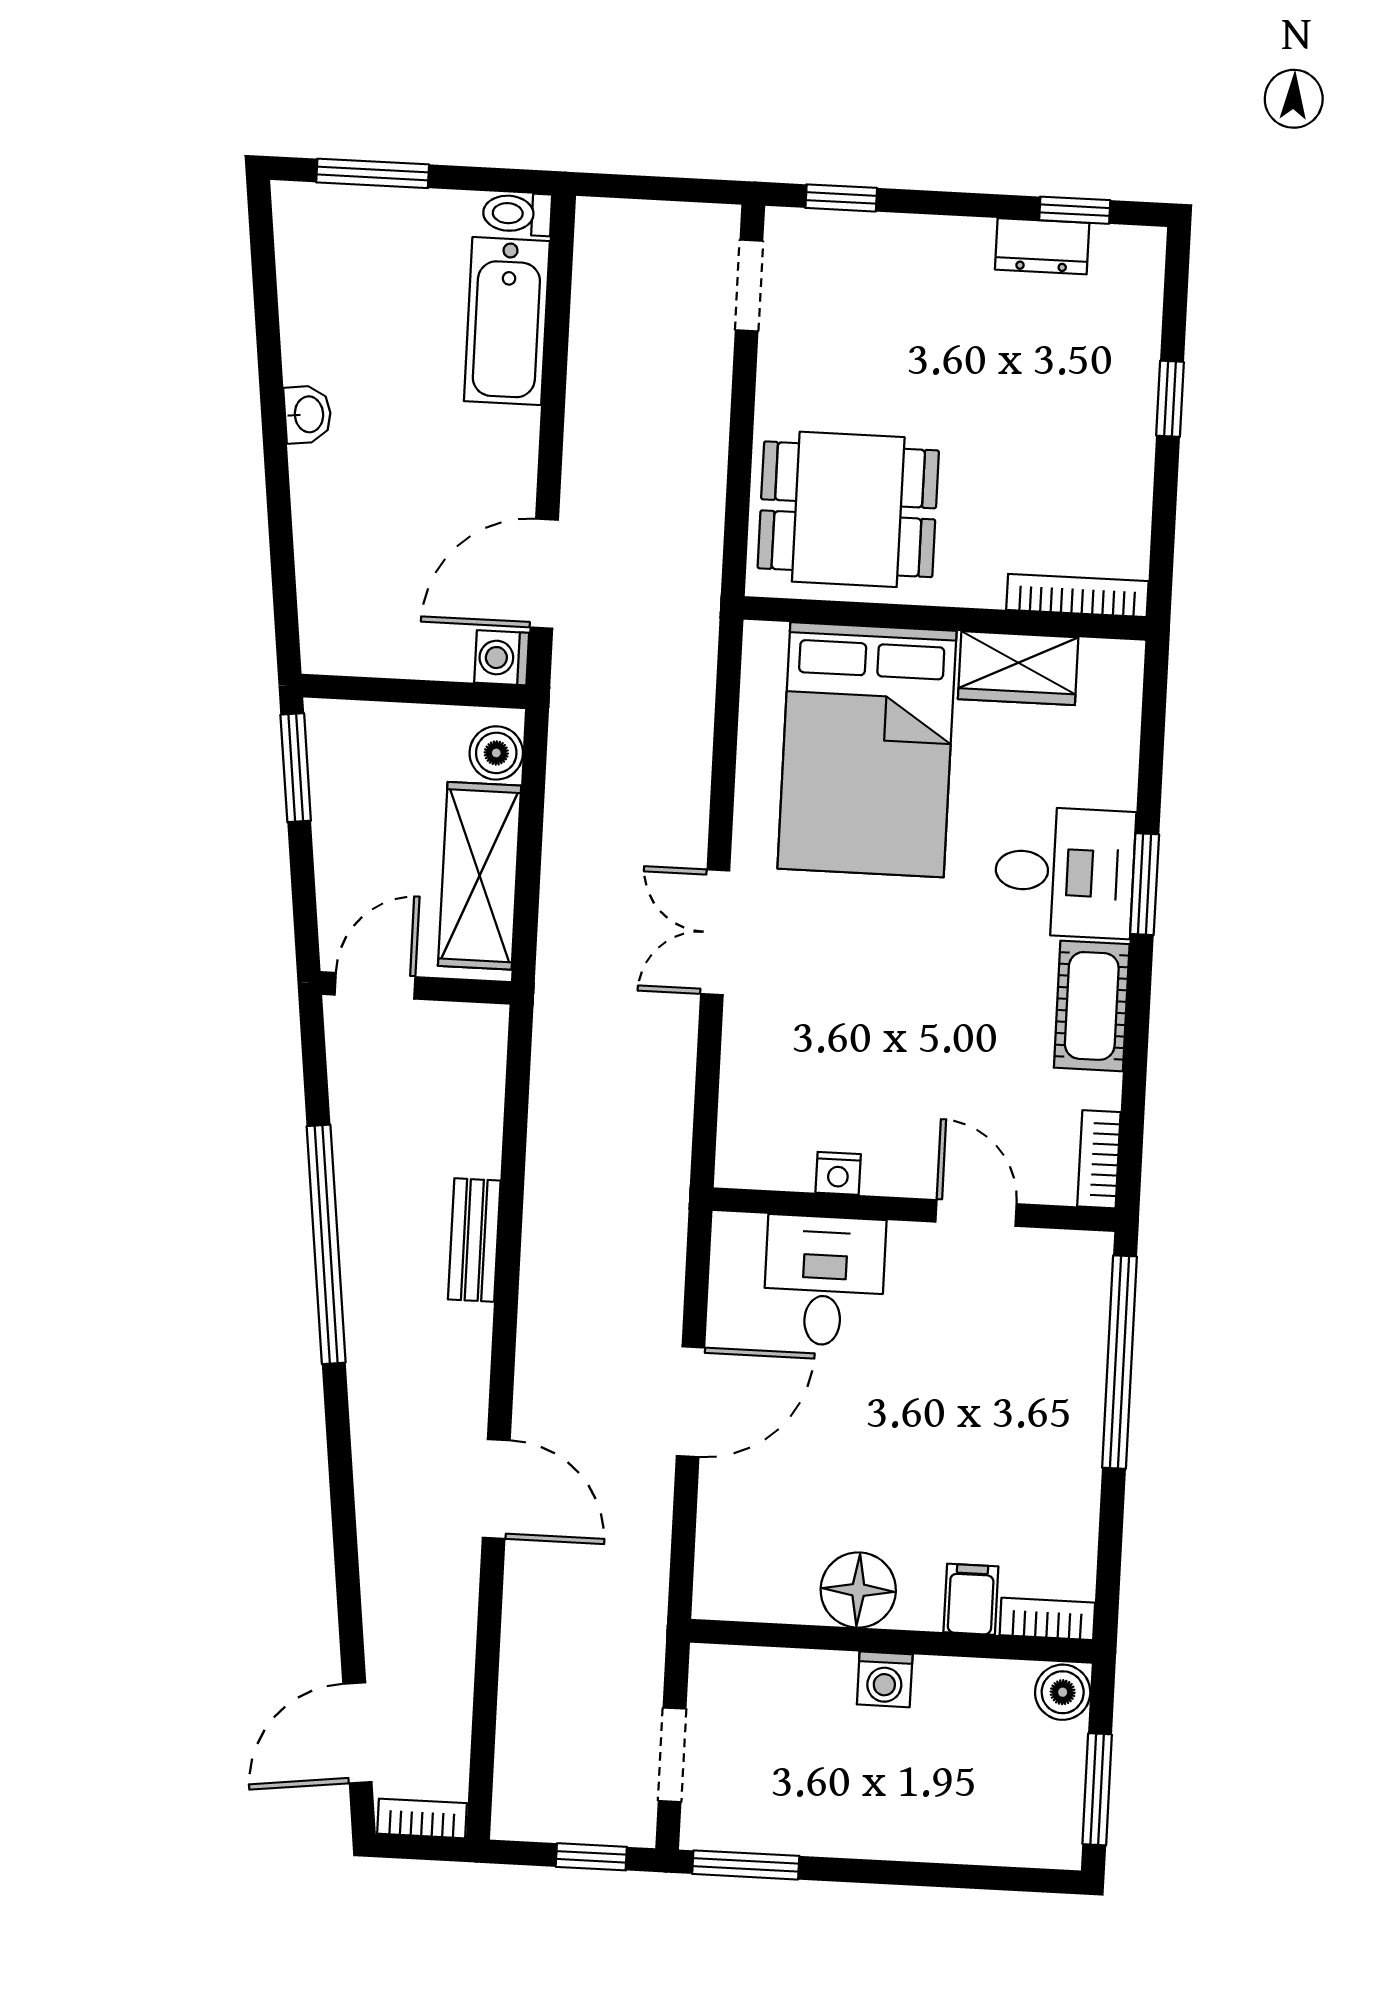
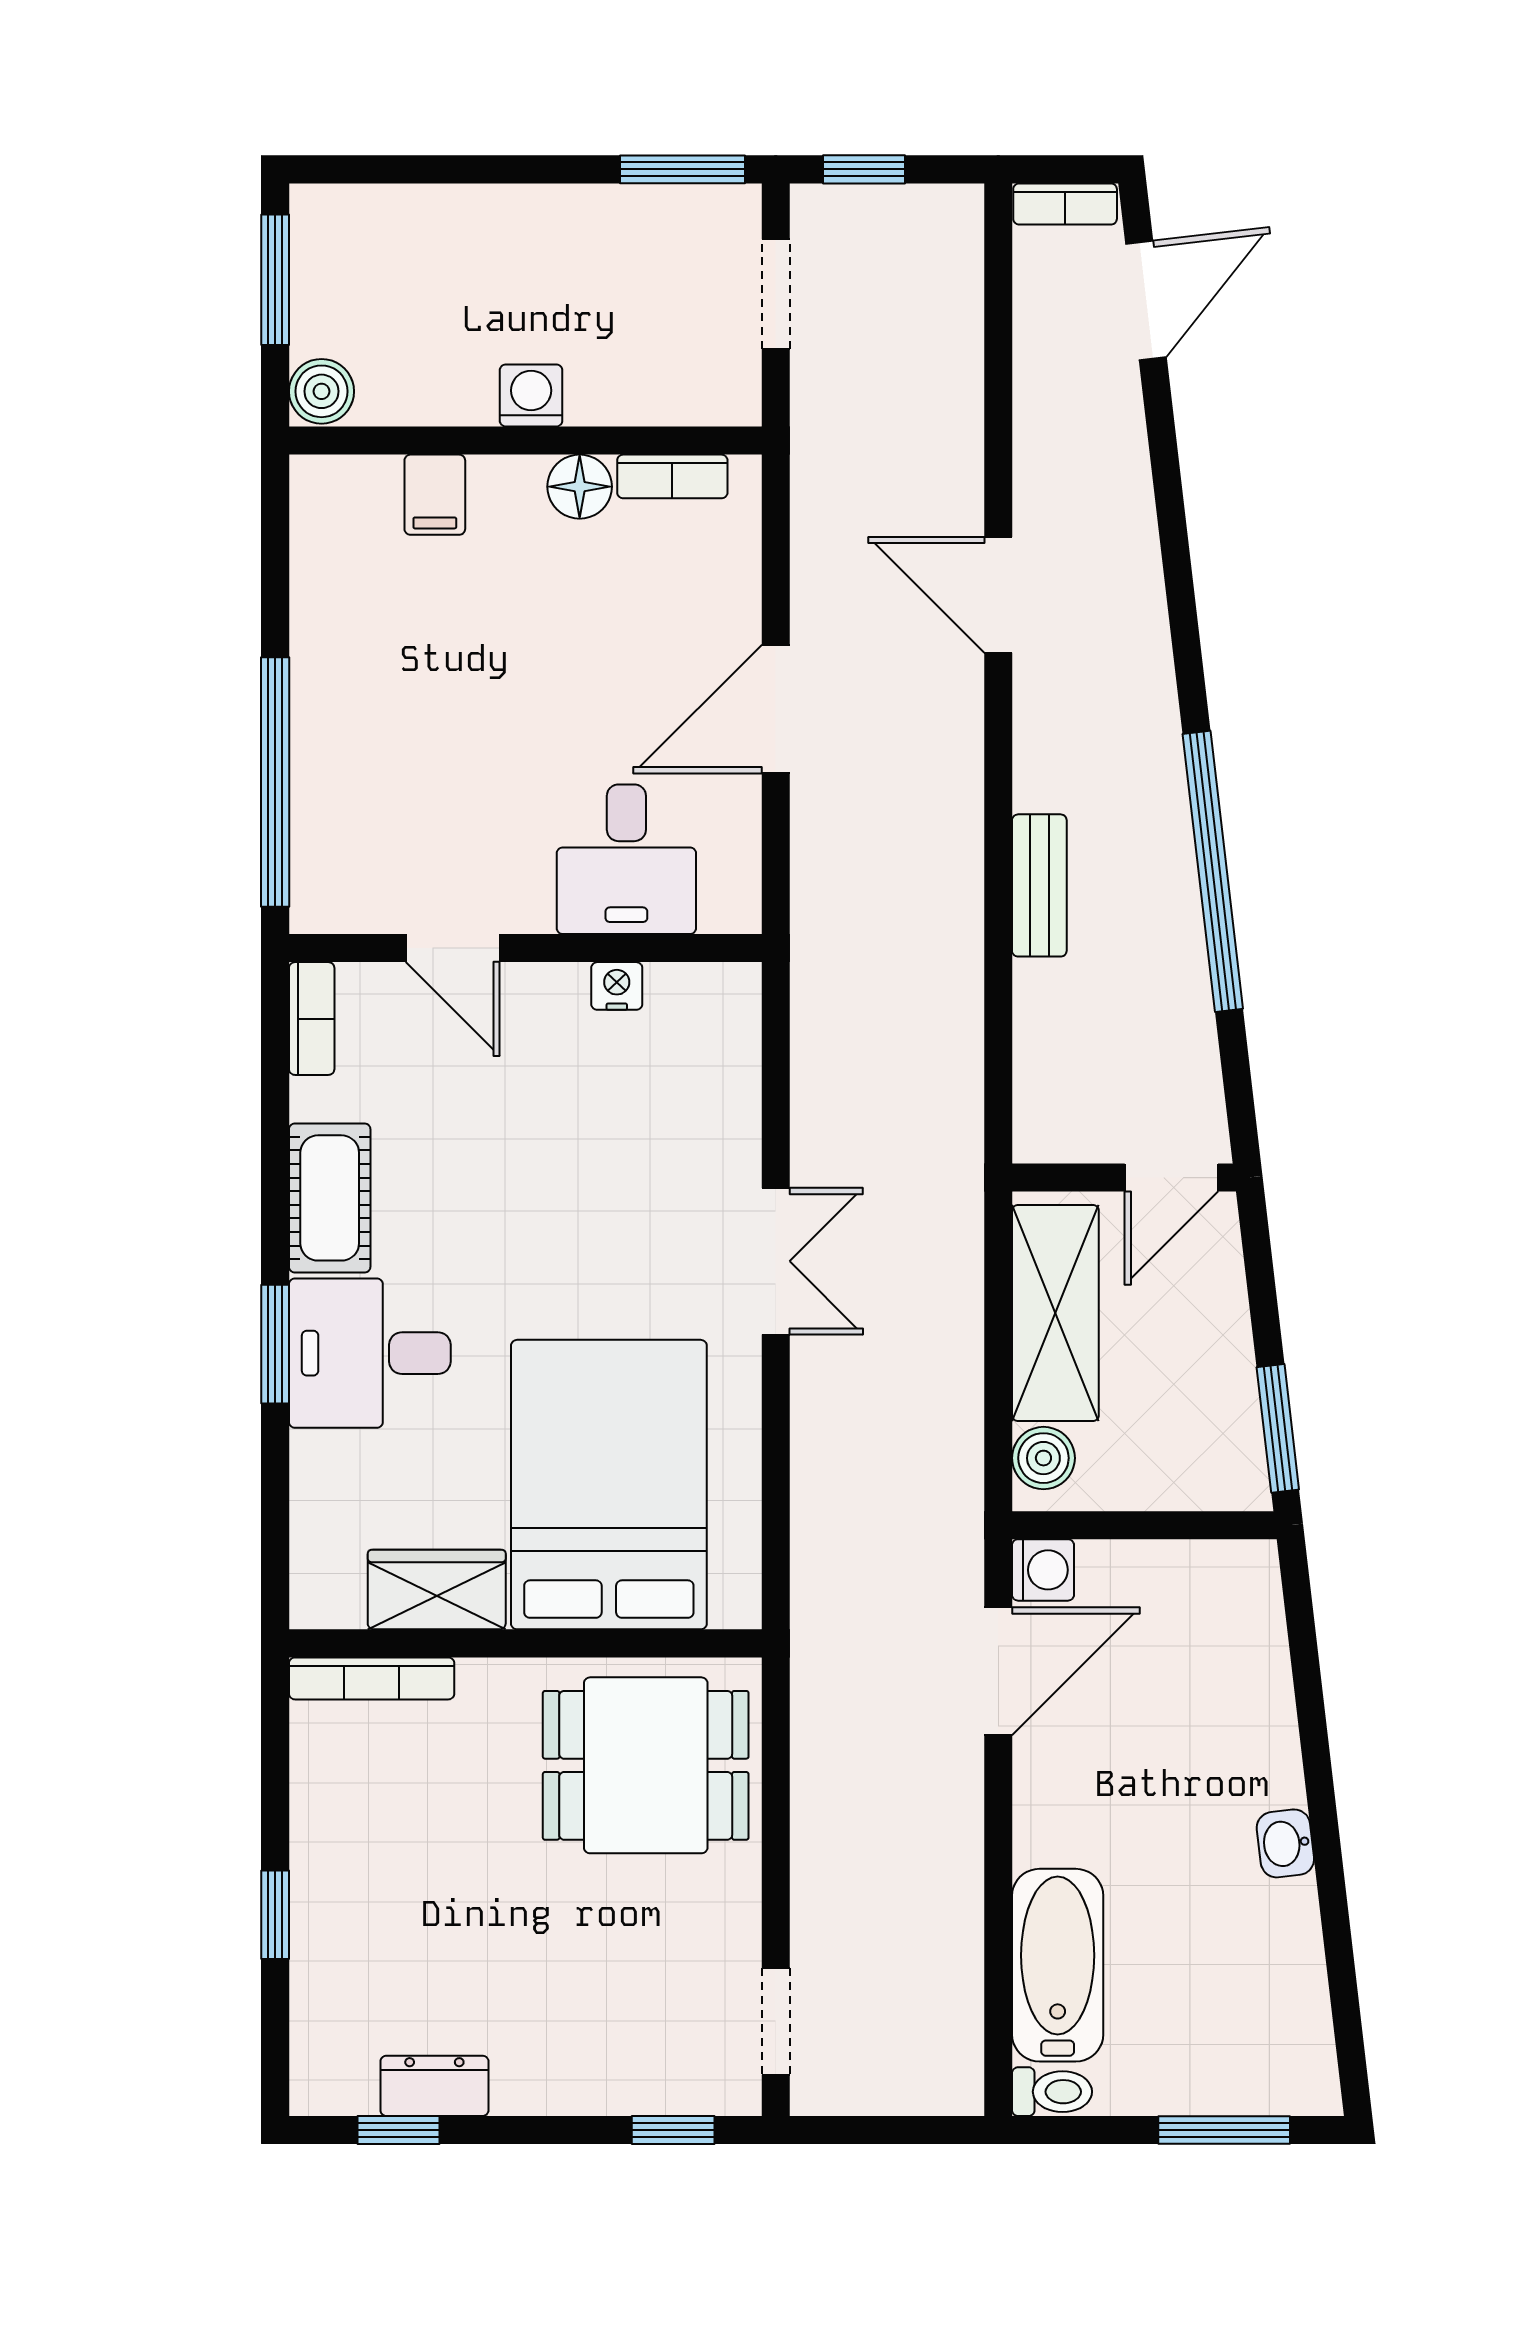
floor lamp: (858, 1590) -> (580, 487), width x0.73, depth x0.73
bookcase: (1047, 1619) -> (672, 476), moved

